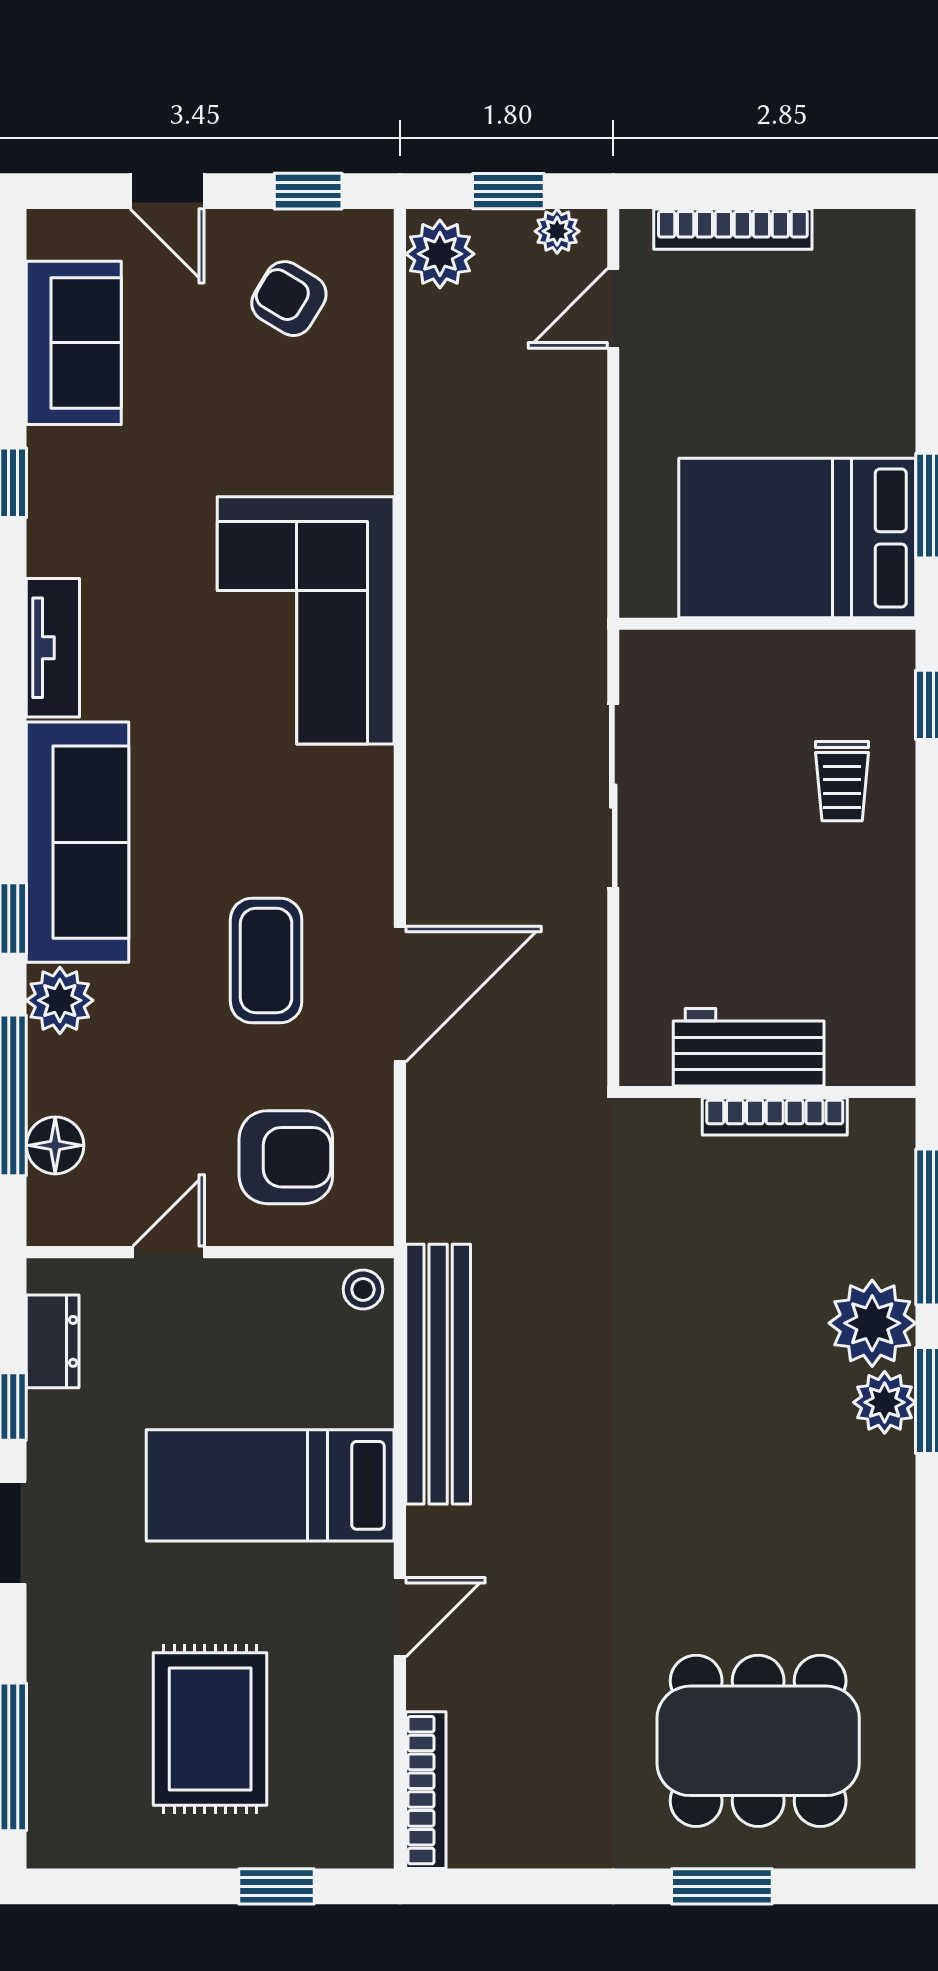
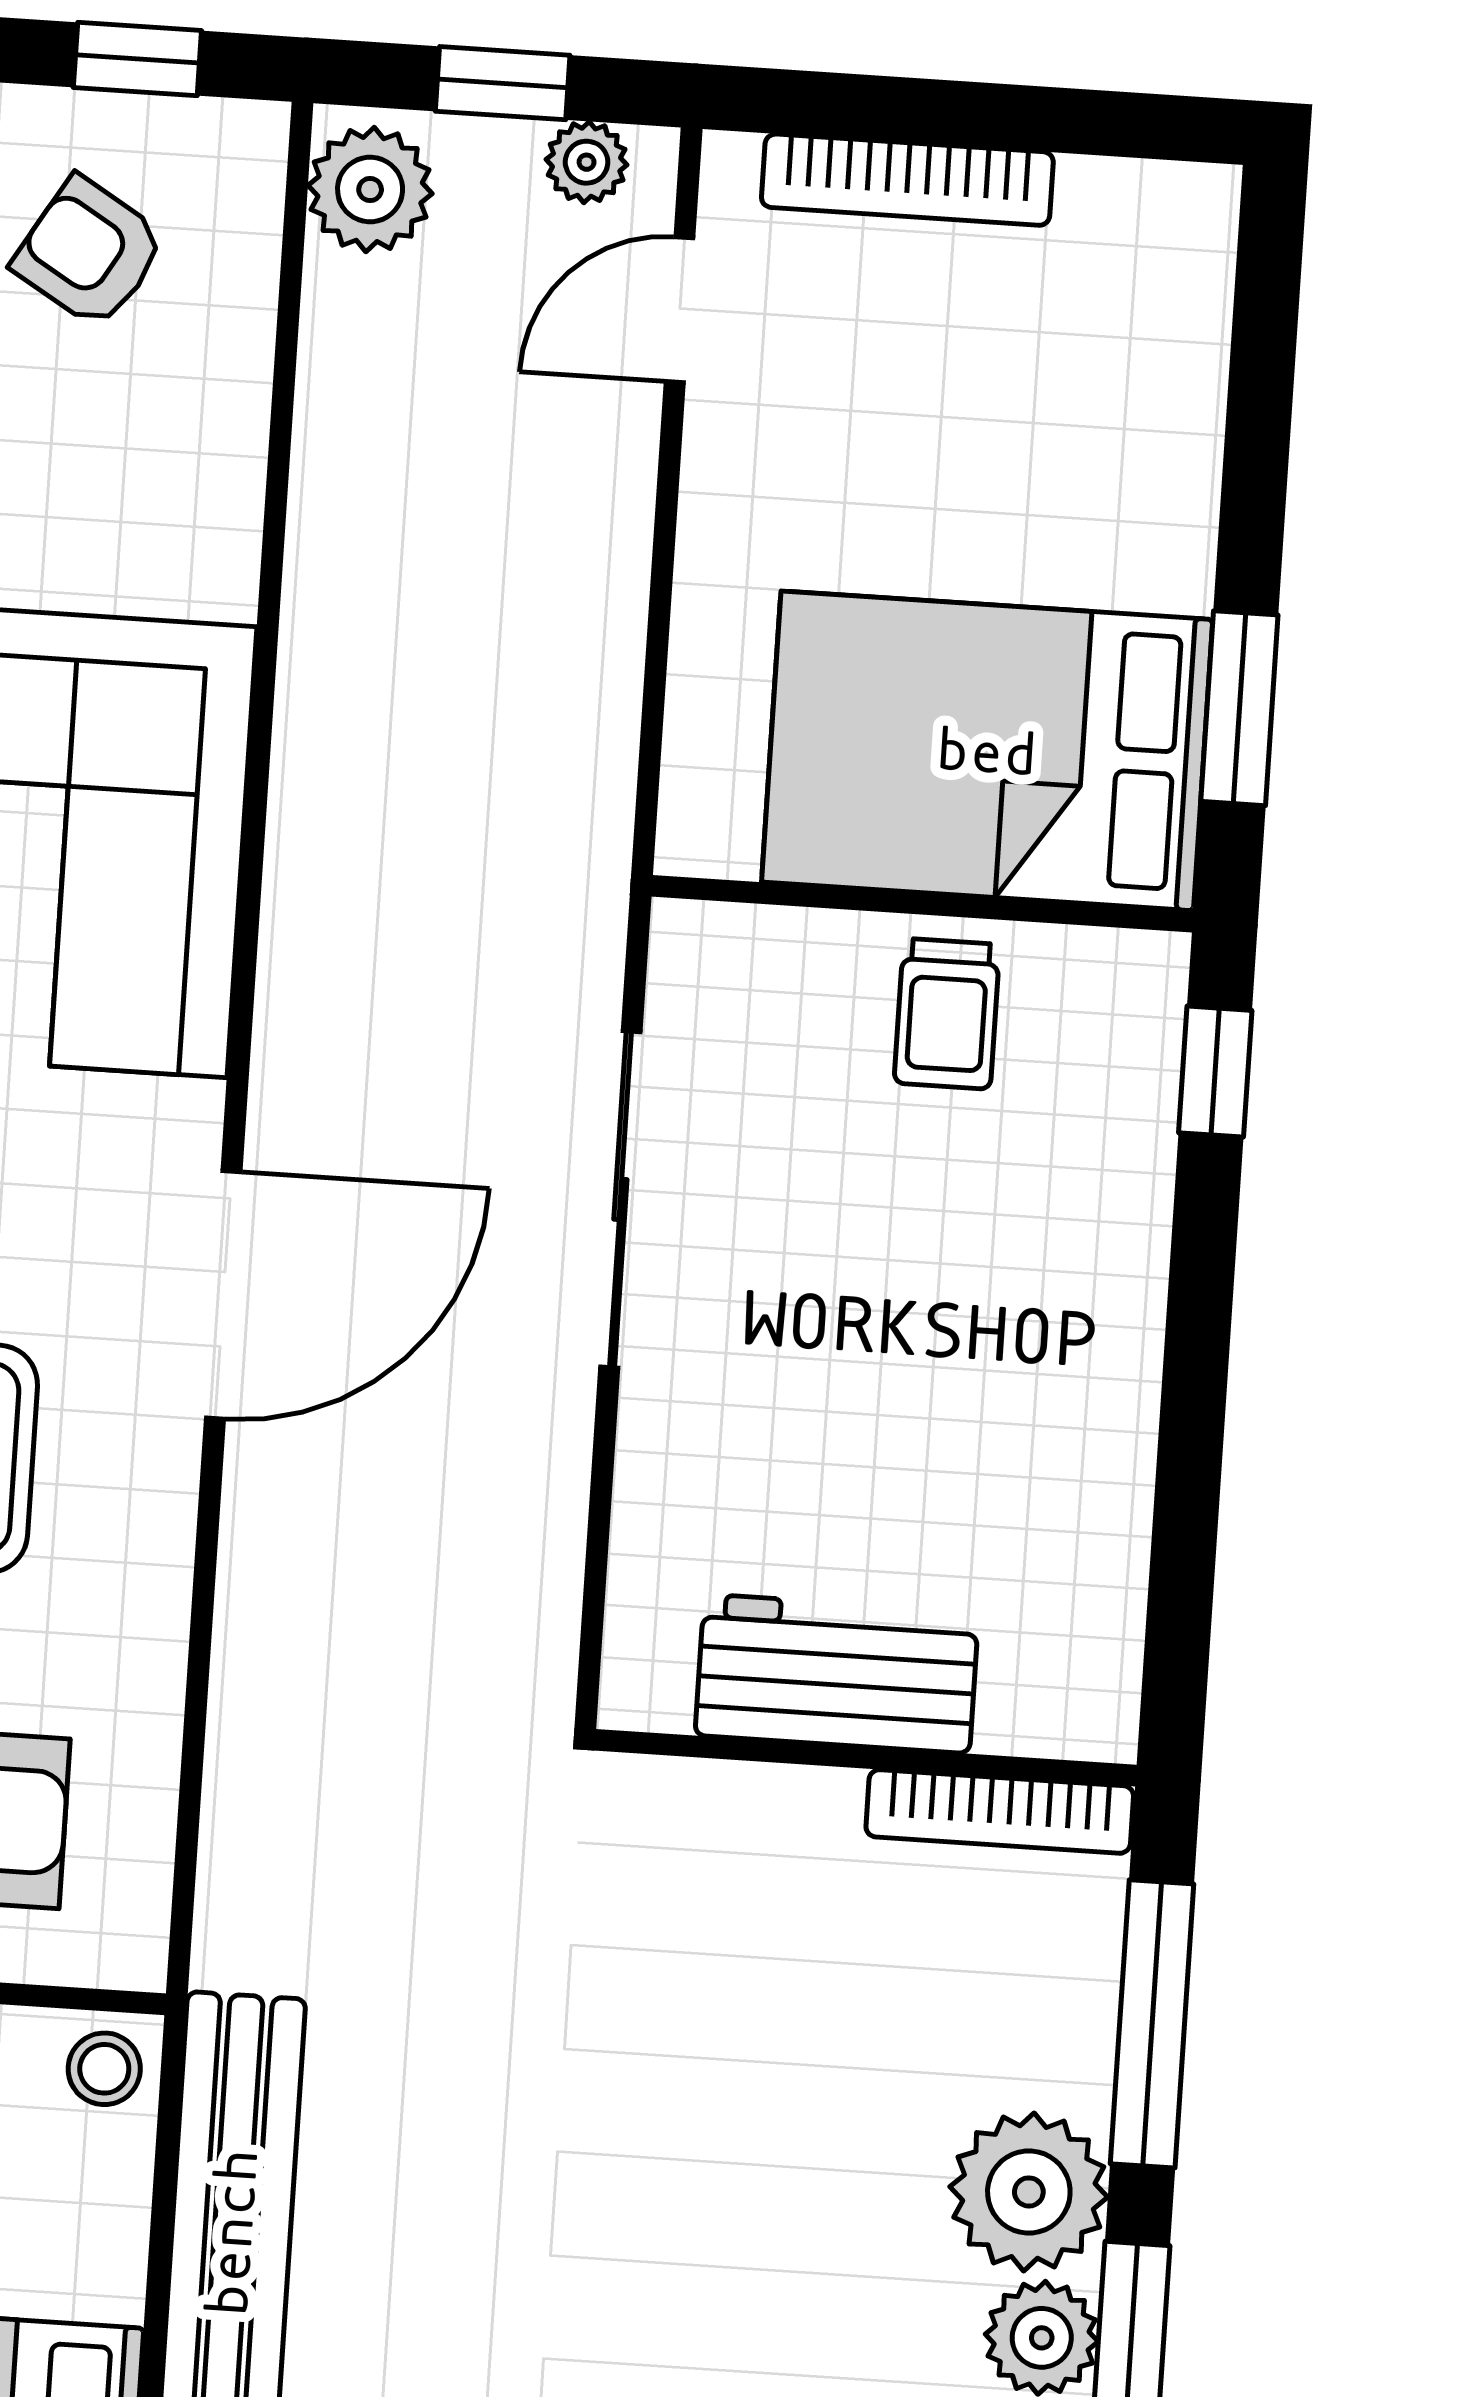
trolley: (842, 781) -> (947, 1014), moved
door: (400, 994) -> (223, 1295), moved
bookcase: (775, 1117) -> (1000, 1811), moved

